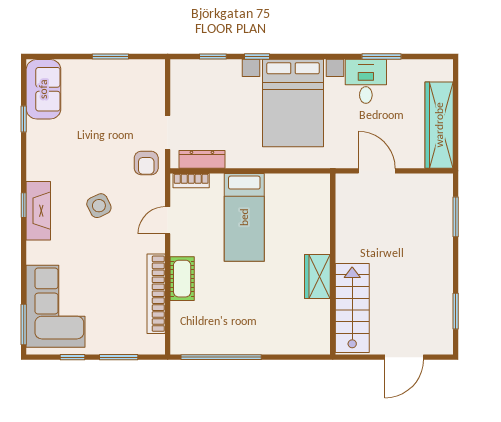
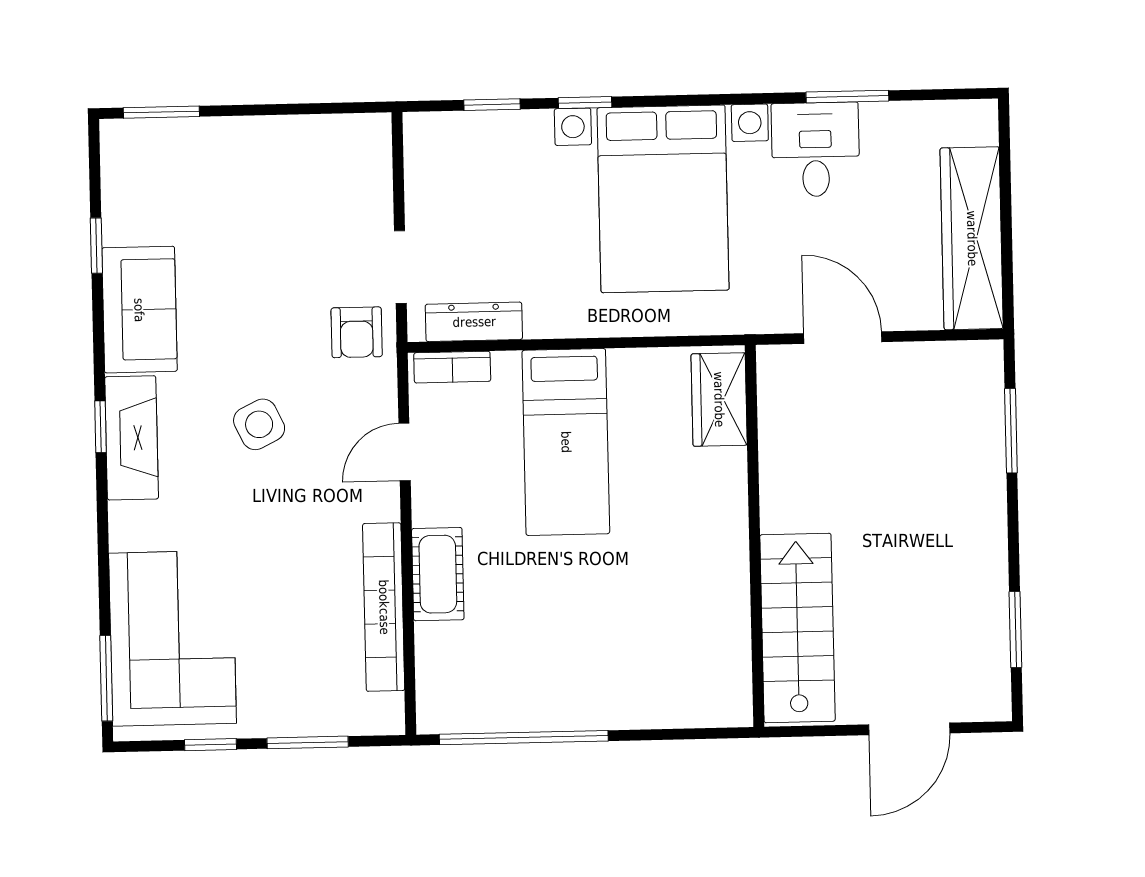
window: (110, 56) -> (161, 112), moved
sofa: (43, 89) -> (139, 310), moved
wardrobe: (317, 277) -> (719, 399), moved

